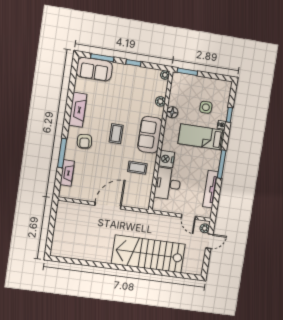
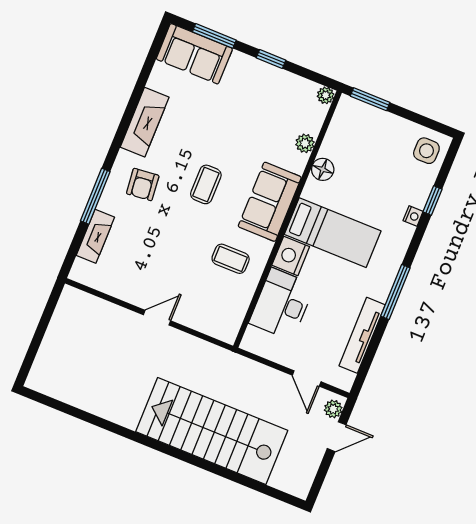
side table: (206, 107) -> (426, 151), moved
bed: (201, 137) -> (333, 233), moved, turned 180
door: (108, 206) -> (157, 318), width x0.53

